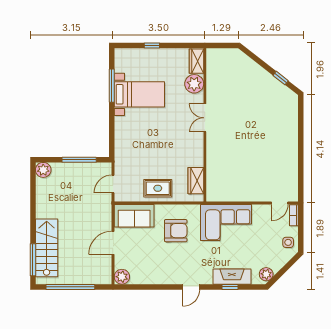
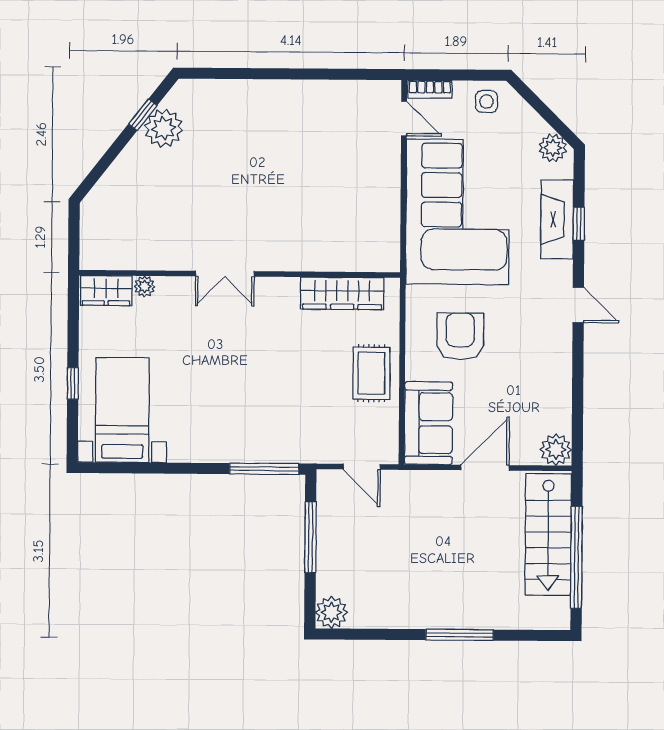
plant: (194, 84) -> (145, 286), width x0.53, depth x0.53
window: (112, 86) -> (264, 469), moved
plant: (274, 88) -> (164, 128), added
bed with nightstands: (139, 94) -> (122, 410), moved
wardrobe: (196, 181) -> (342, 293), width x1.50
corner sofa: (226, 222) -> (458, 212), width x1.36, depth x1.36
door: (113, 243) -> (485, 468), swing flipped
stairs: (47, 248) -> (548, 534), moved, turned -90
window: (33, 260) -> (459, 635), moved

